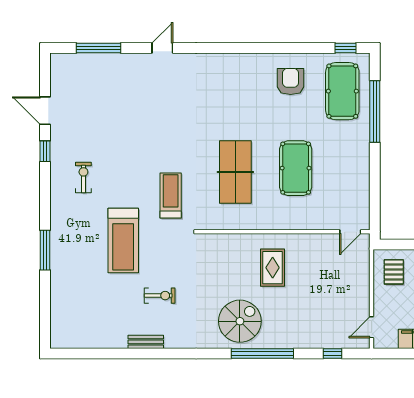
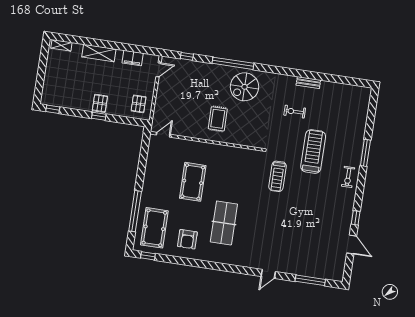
table tennis table: (235, 172) -> (224, 223), moved
exercise bike: (83, 177) -> (348, 177), moved

